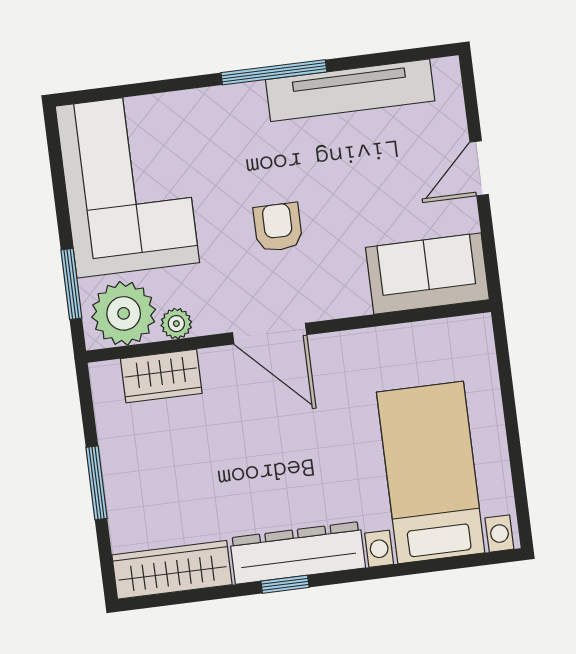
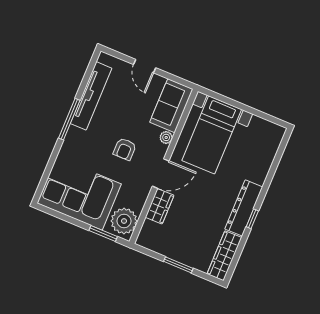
armchair: (278, 227) -> (125, 149), turned -90
plant: (176, 324) -> (166, 137), moved
wardrobe: (161, 376) -> (160, 206), moved
bed with nightstands: (431, 472) -> (212, 135), moved, turned -90

